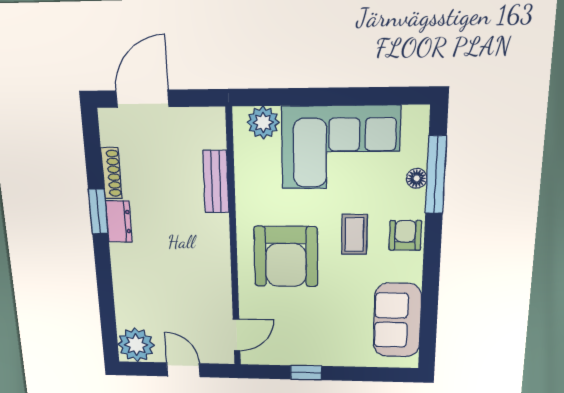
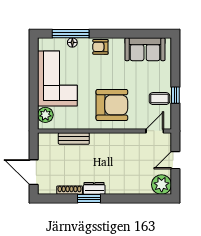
coffee table: (354, 235) -> (159, 99), moved
door: (237, 335) -> (155, 131), hinge flipped

